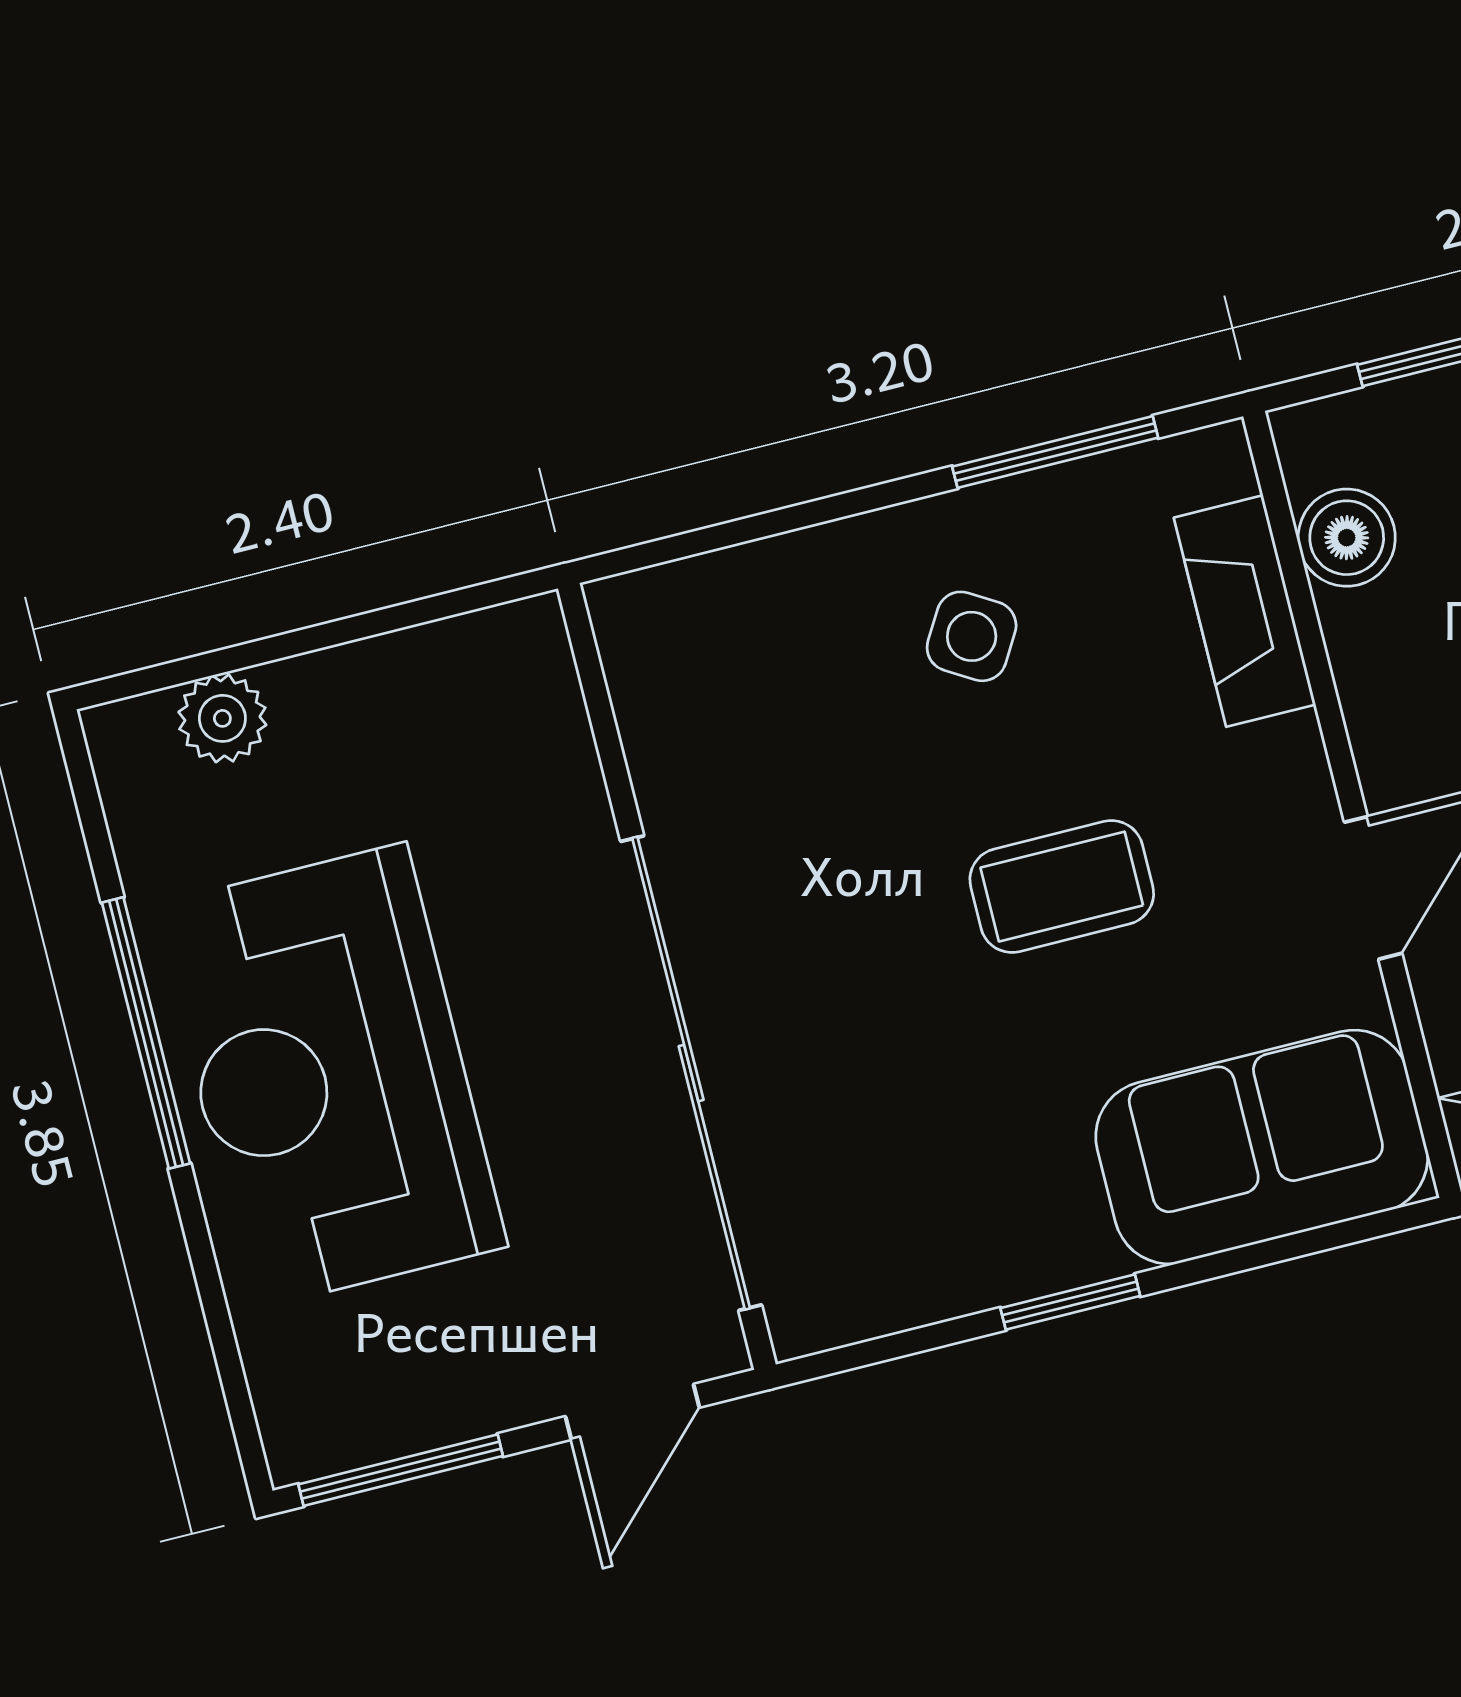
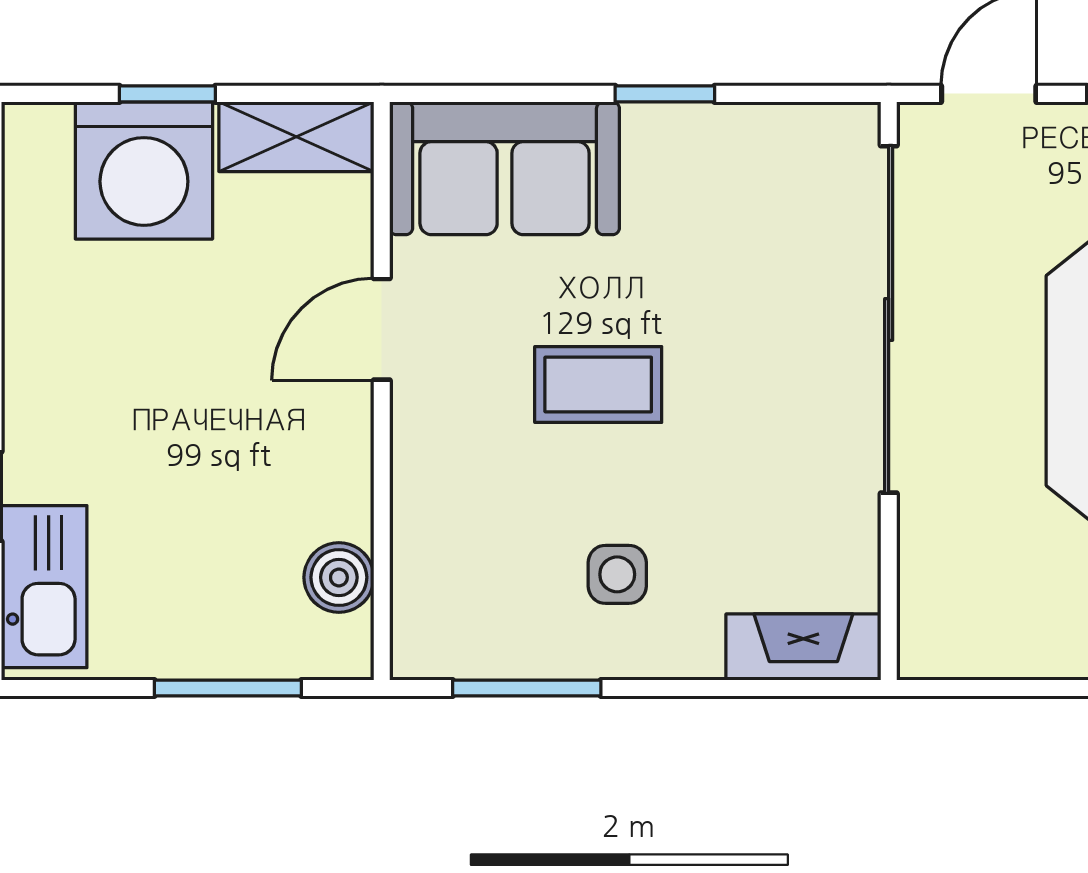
fireplace: (1245, 611) -> (803, 647), moved, turned -90
side table: (972, 636) -> (617, 574), turned -31

